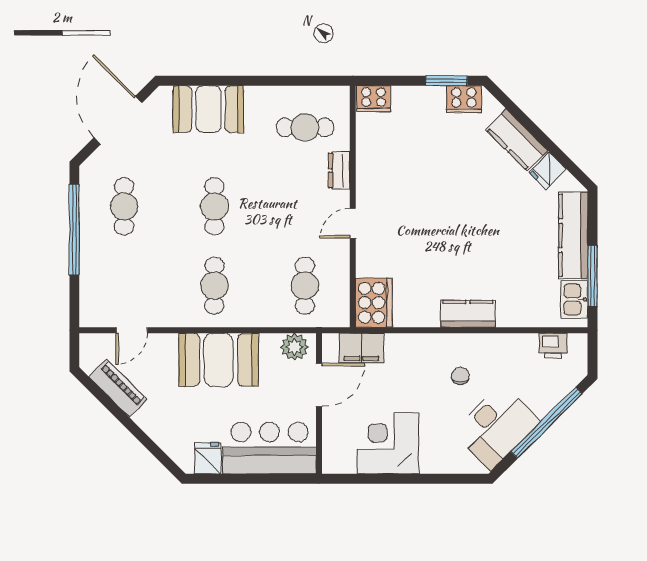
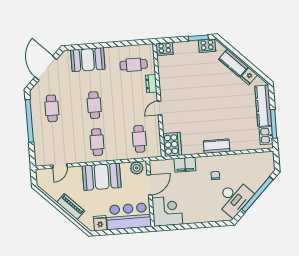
printer: (553, 346) -> (258, 158), removed
filing cabinet: (361, 348) -> (185, 165), moved
piano: (118, 388) -> (71, 207), moved
corner desk: (388, 443) -> (167, 211), moved, turned 90

